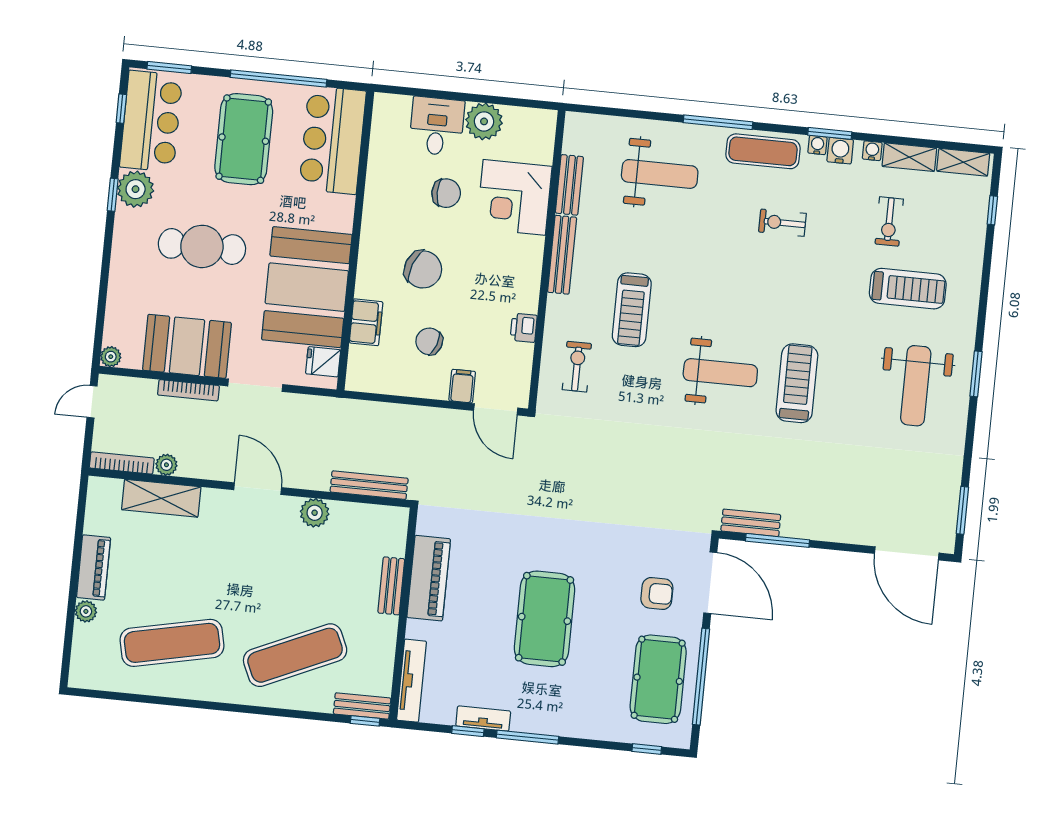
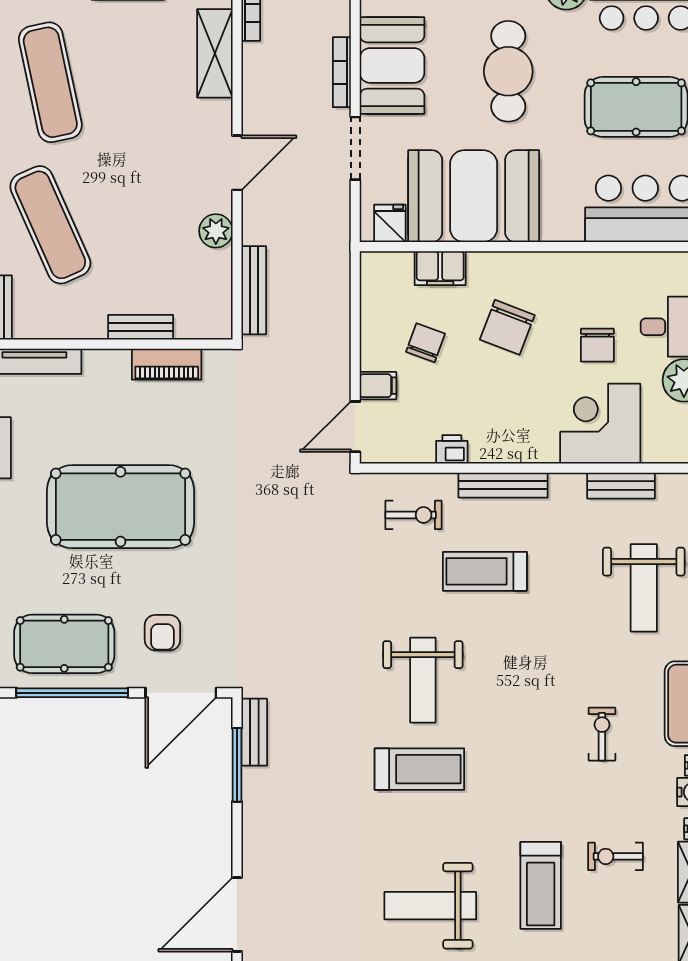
bench: (562, 255) -> (503, 485), moved
plant: (166, 465) -> (254, 56), removed
piano: (429, 578) -> (167, 364), width x0.73, depth x0.75
pool table: (545, 619) -> (120, 507), width x1.36, depth x1.32

